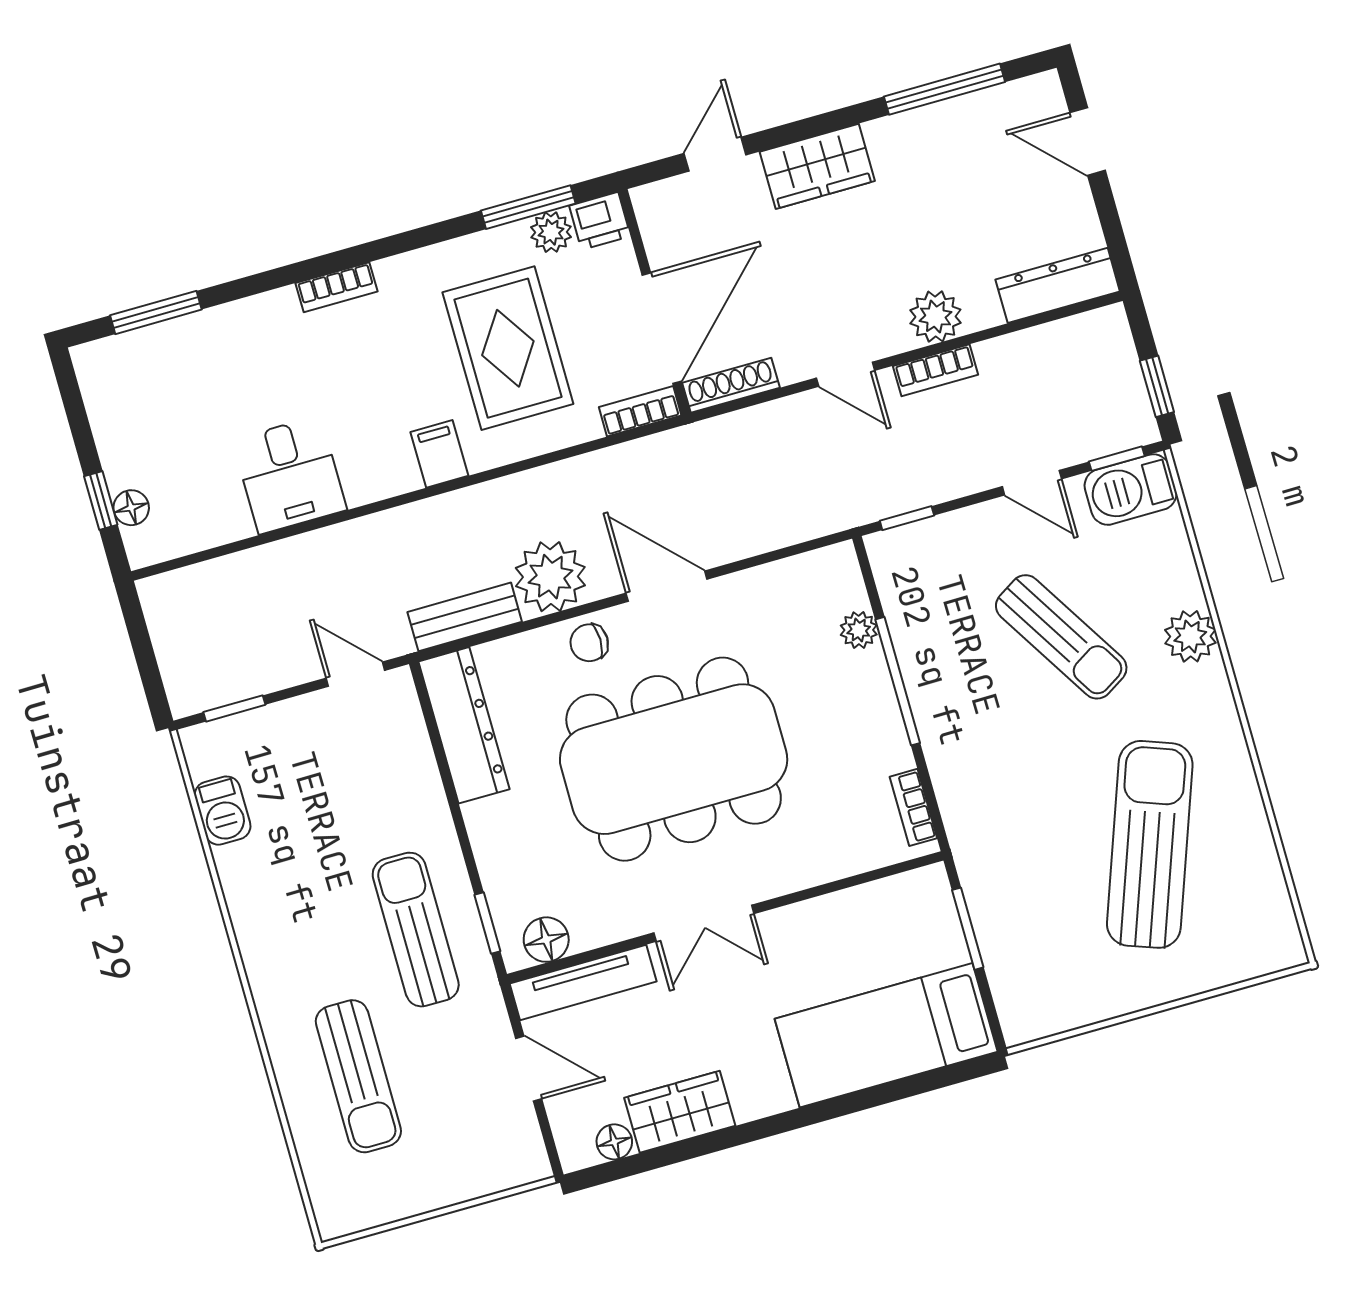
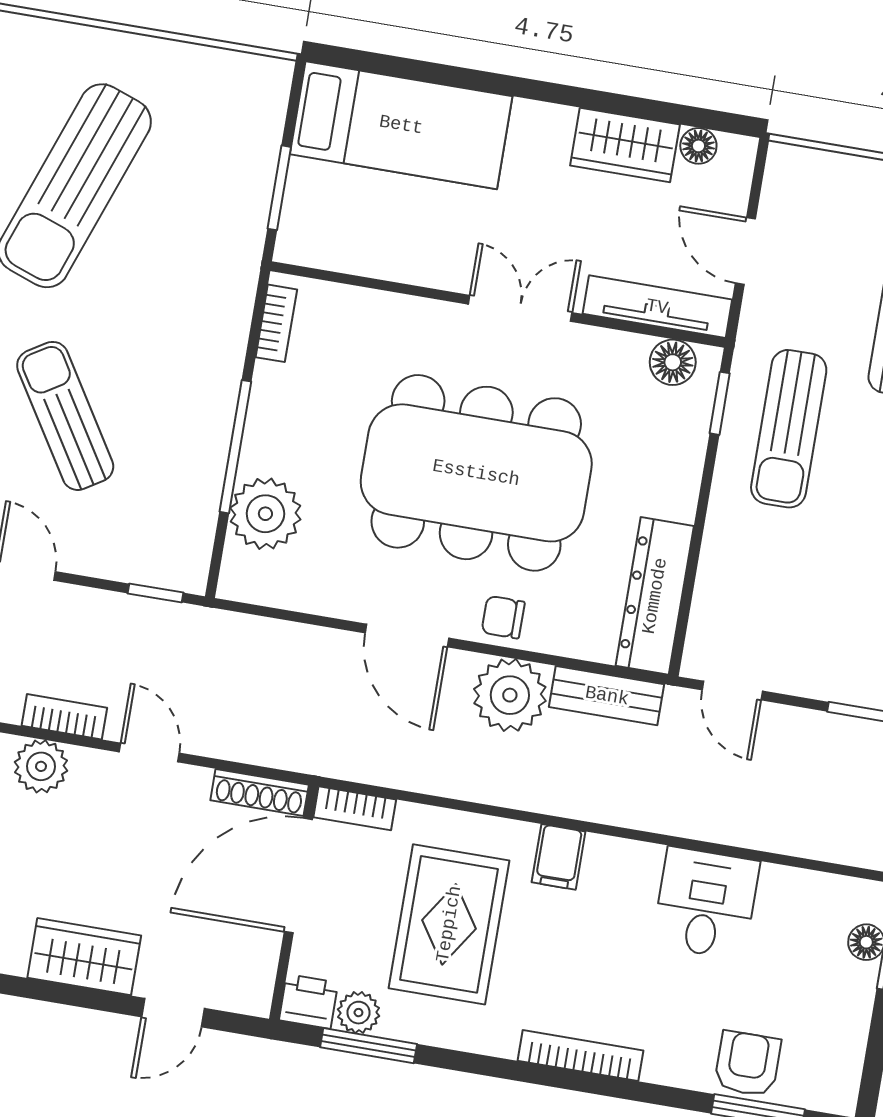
bookcase: (336, 287) -> (580, 1056), width x1.56
armchair: (185, 350) -> (748, 1064), added
plant: (859, 630) -> (265, 514), width x1.87, depth x1.87
chair: (589, 643) -> (503, 617), turned 180

